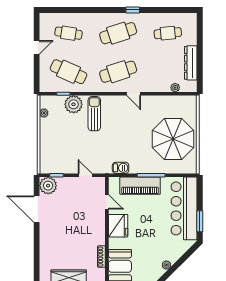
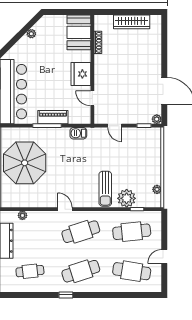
cafe table: (69, 33) -> (132, 271), width x1.37, depth x1.35
cafe table: (69, 72) -> (132, 232), turned -30
plant: (48, 186) -> (157, 119), width x0.53, depth x0.53
piano: (140, 186) -> (53, 117), width x0.73, depth x0.75

